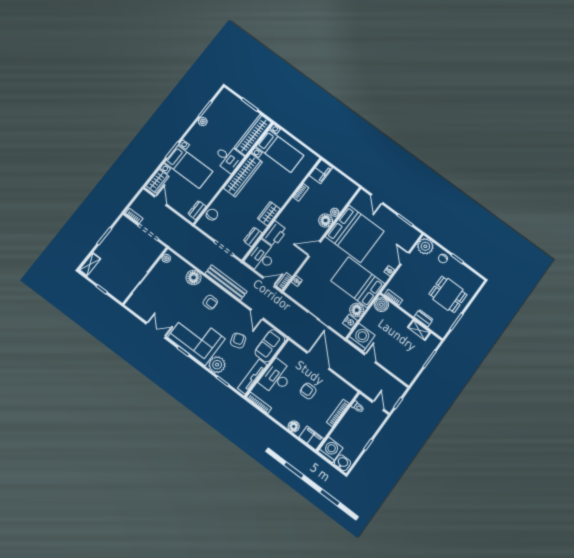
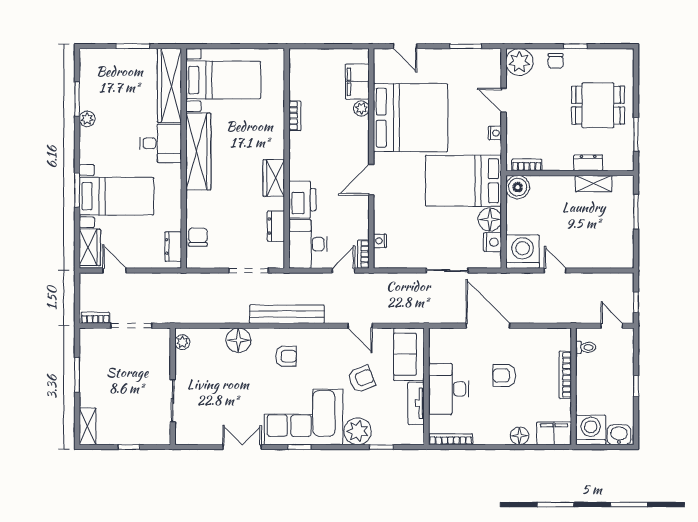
filing cabinet: (321, 172) -> (357, 82), moved, turned 180
floor lamp: (326, 220) -> (357, 129), removed
armchair: (238, 341) -> (361, 379), turned 88
tv unit: (252, 377) -> (416, 403), width x0.71

